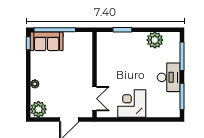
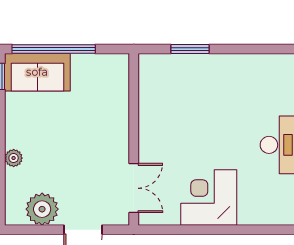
plant: (155, 40) -> (255, 70), removed
plant: (38, 109) -> (42, 209), moved

